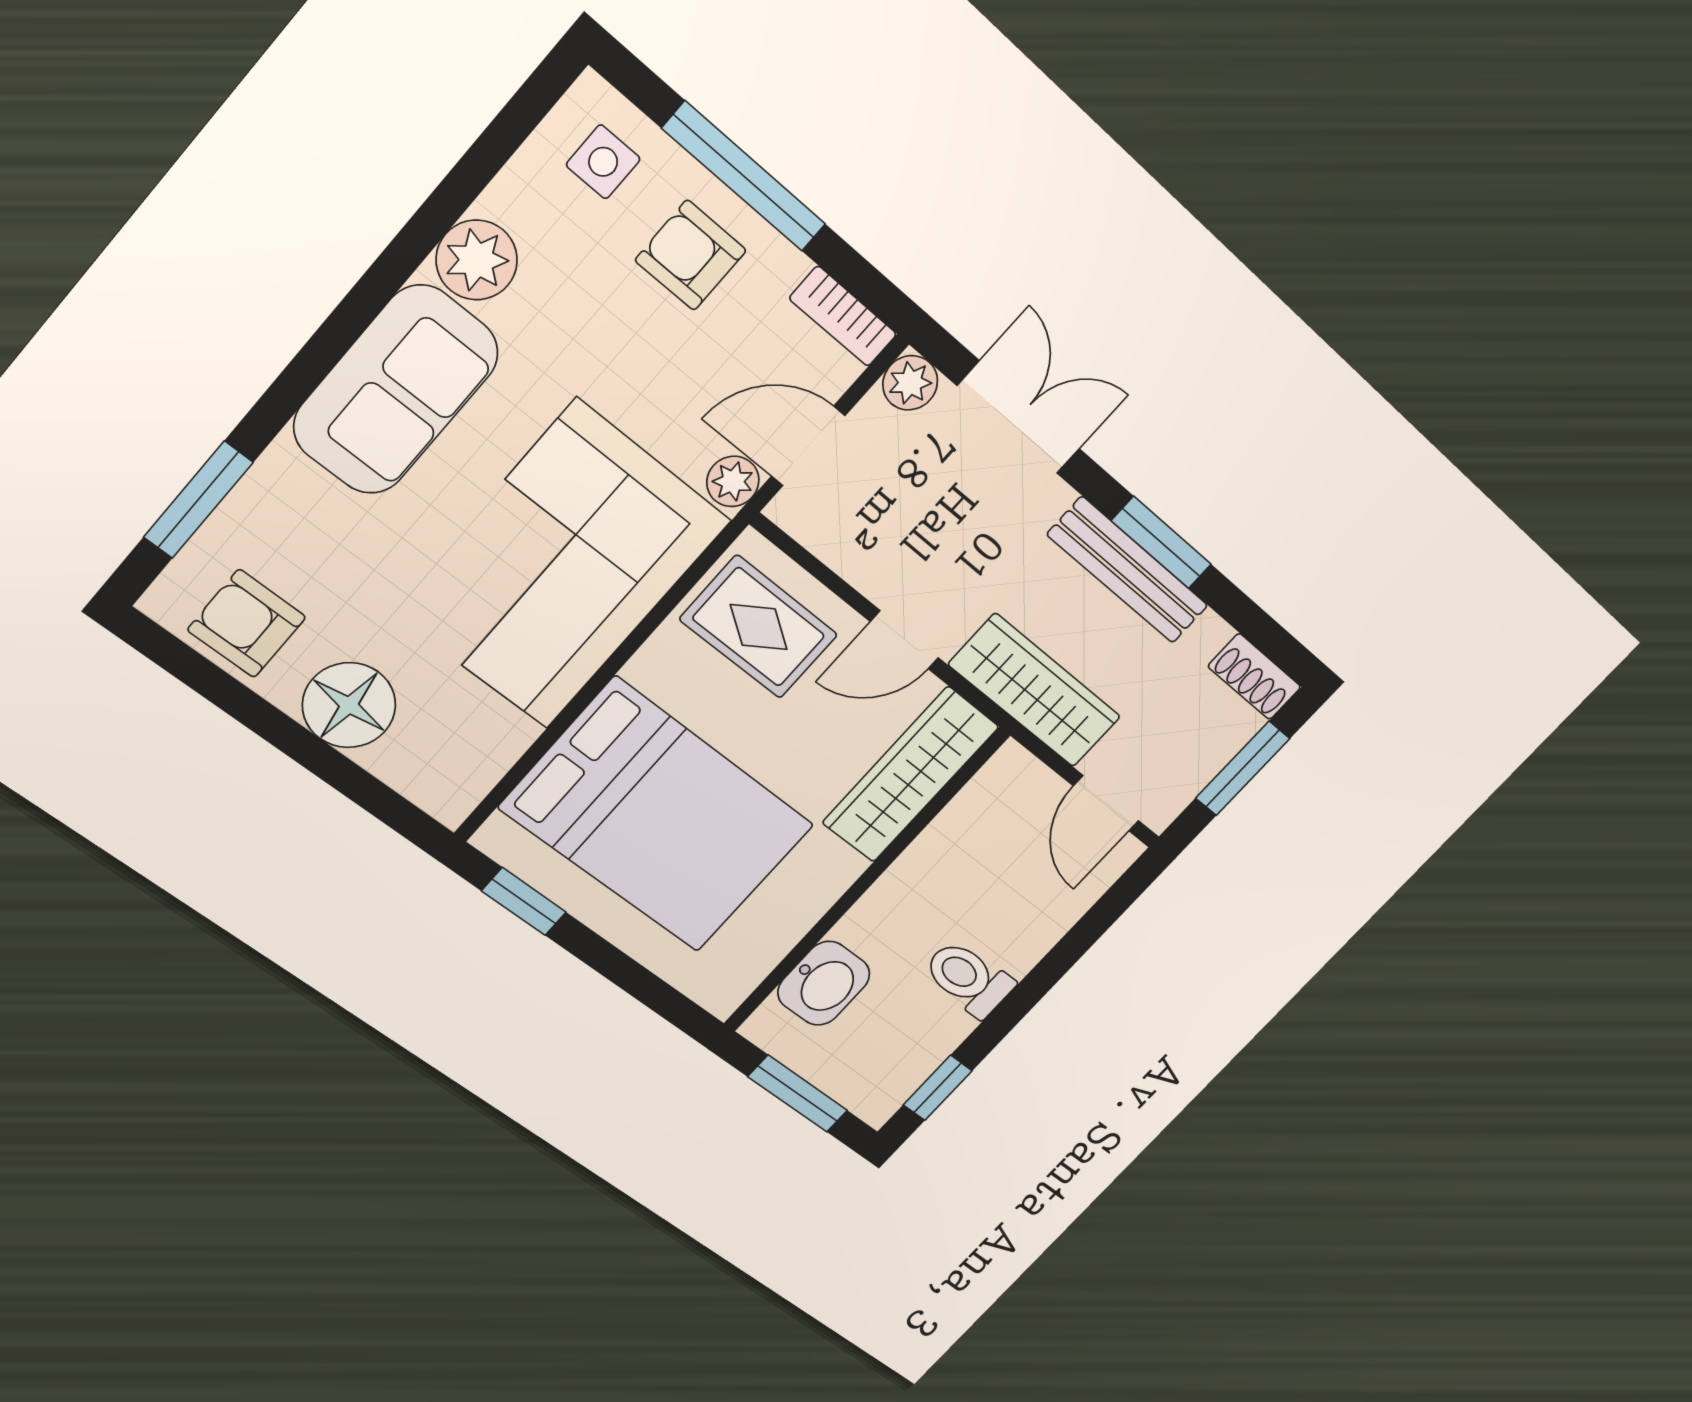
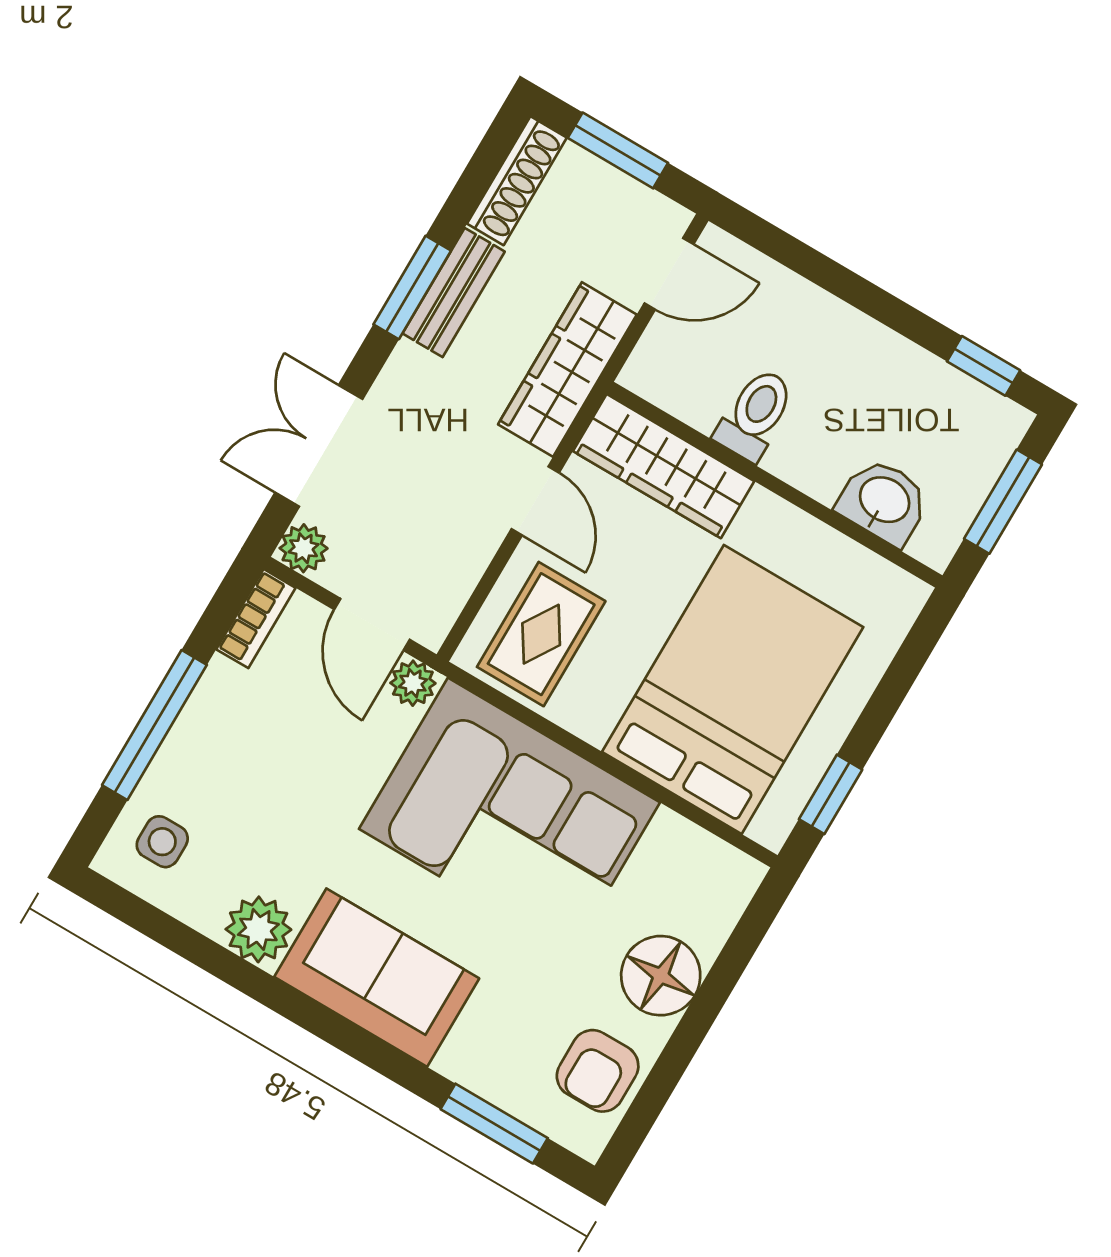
armchair: (691, 255) -> (226, 756), removed
bench: (1128, 570) -> (454, 292), width x0.73
shoe rack: (1254, 677) -> (517, 181), width x1.43
toilet: (968, 979) -> (755, 414), moved, turned 180

